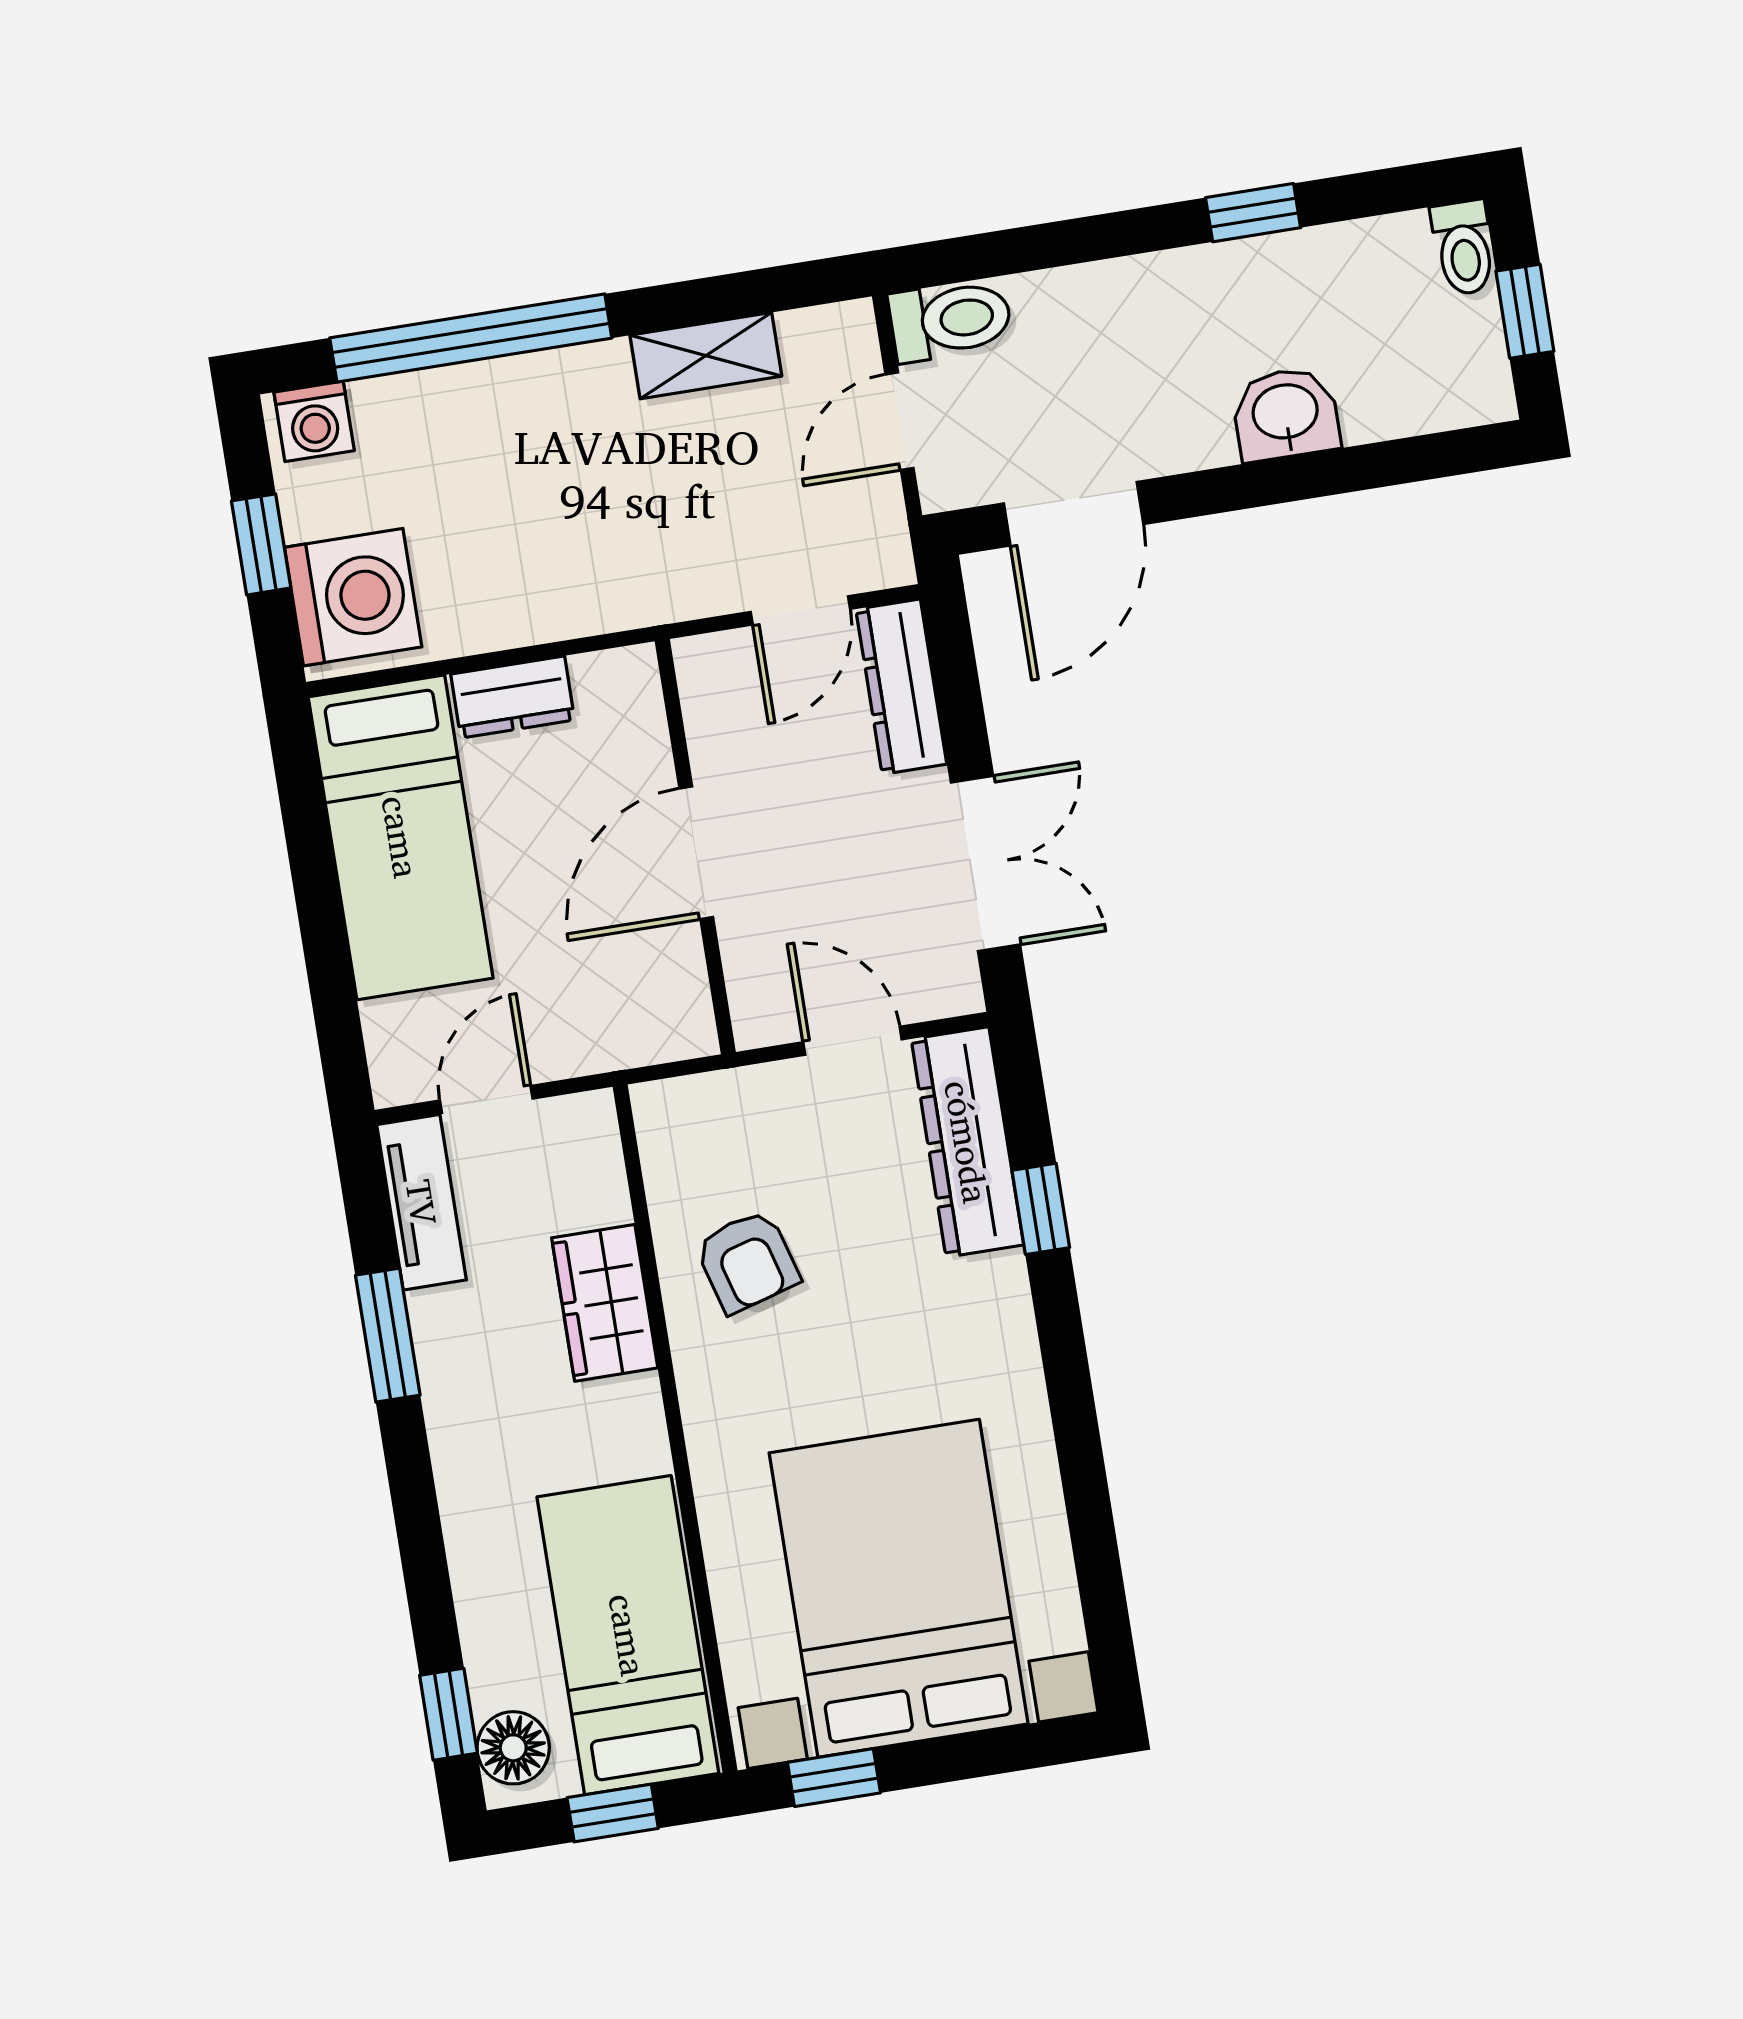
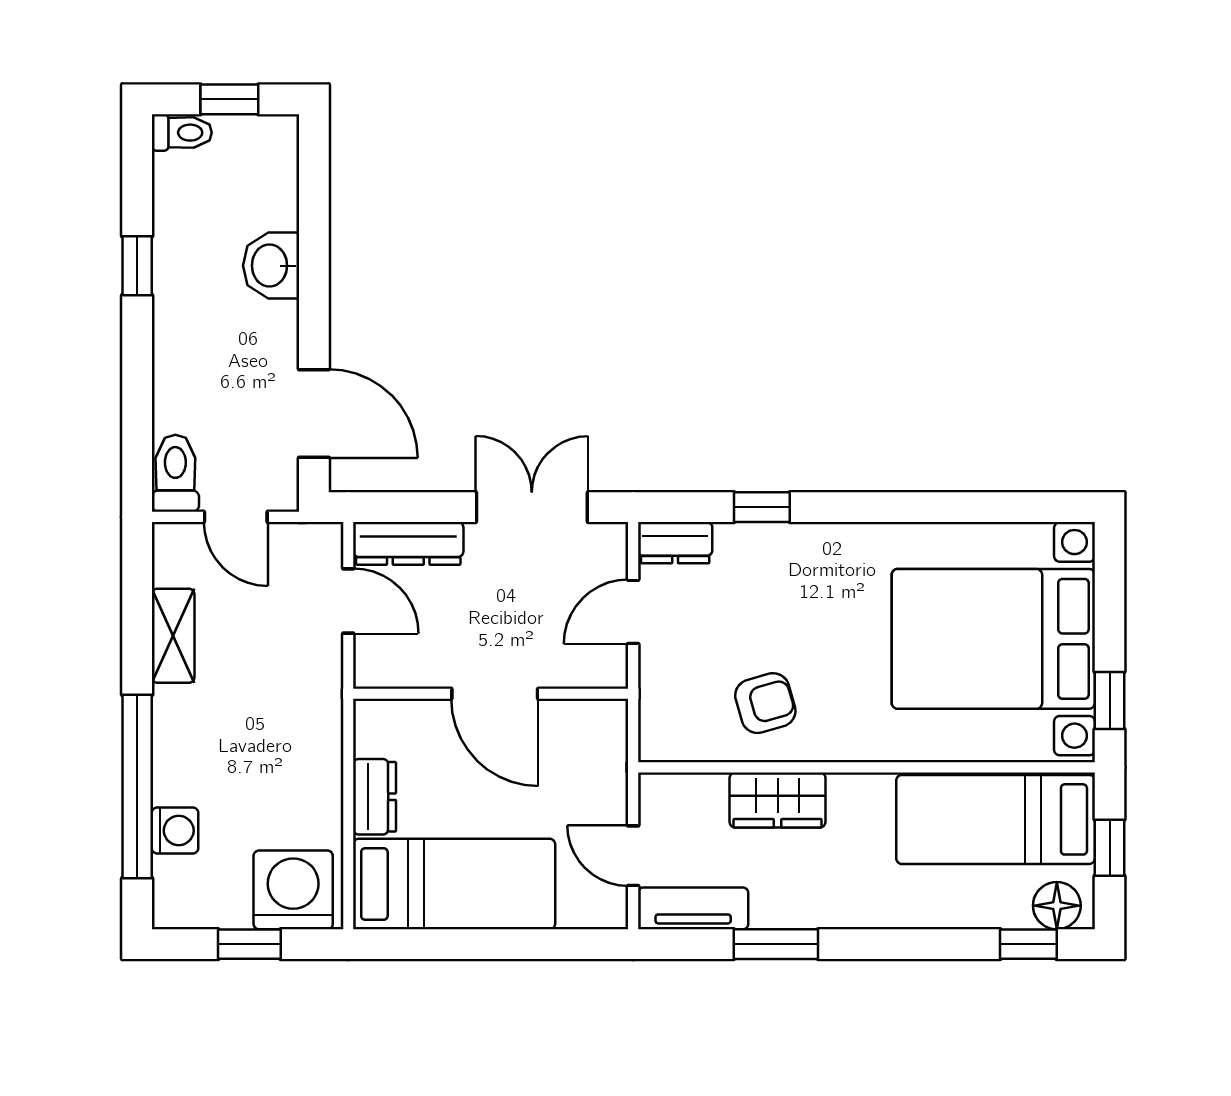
washing machine: (314, 421) -> (175, 830), moved
dresser: (967, 1142) -> (675, 543), width x0.51, depth x0.80

